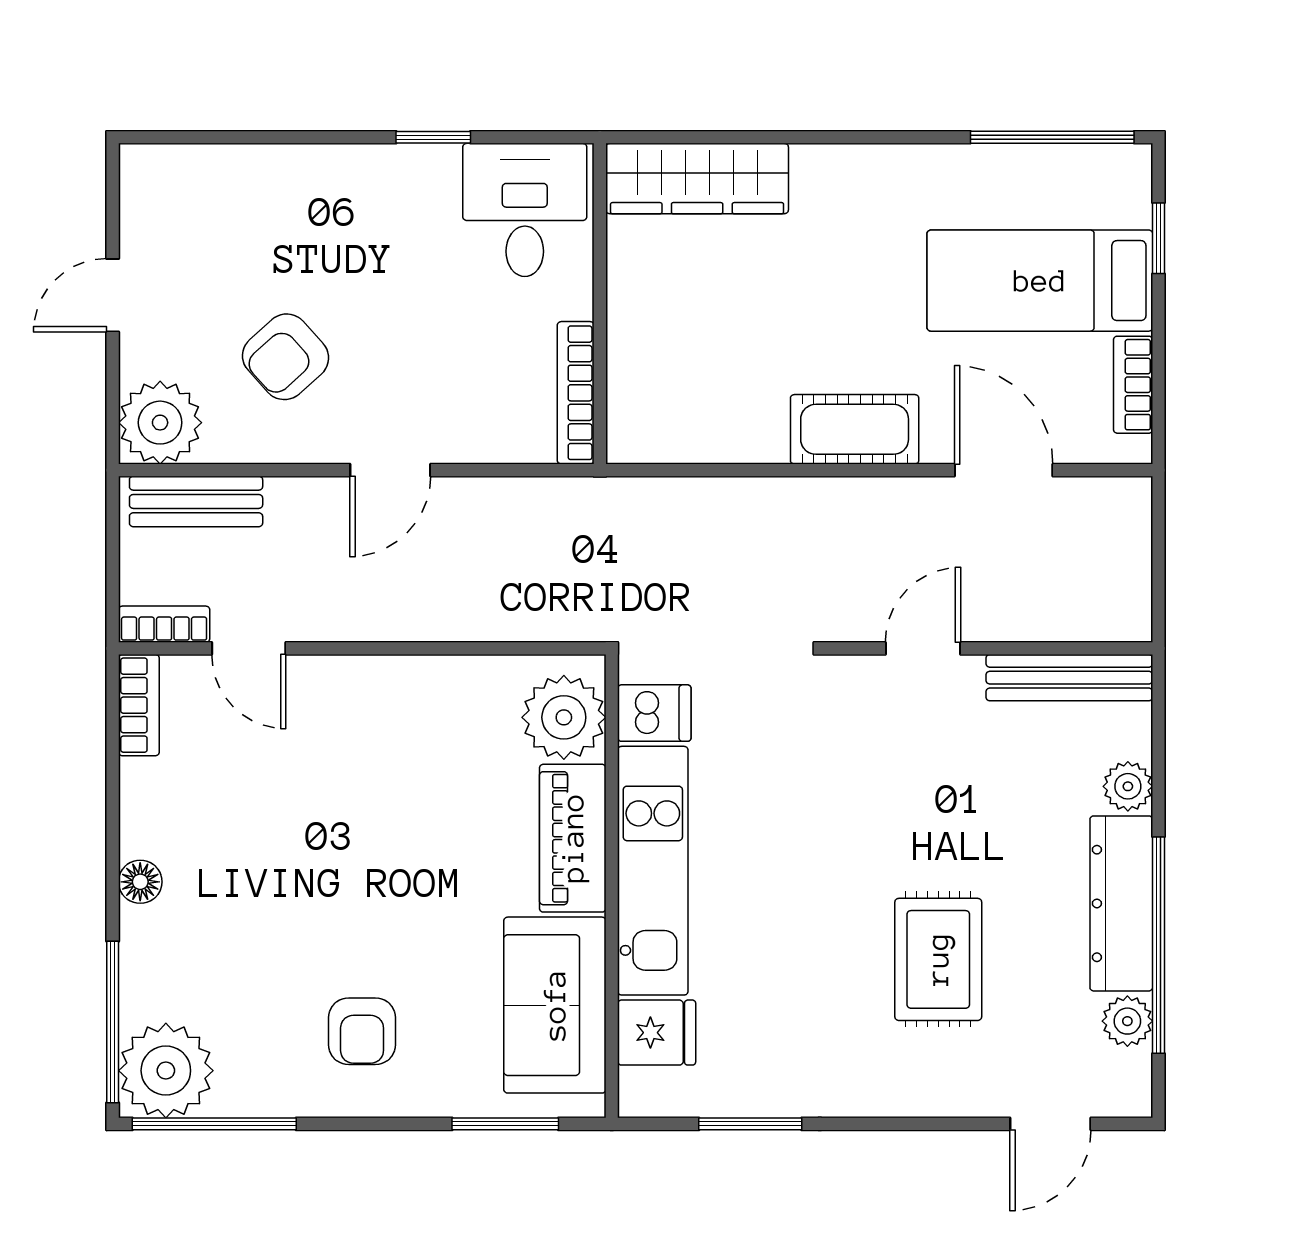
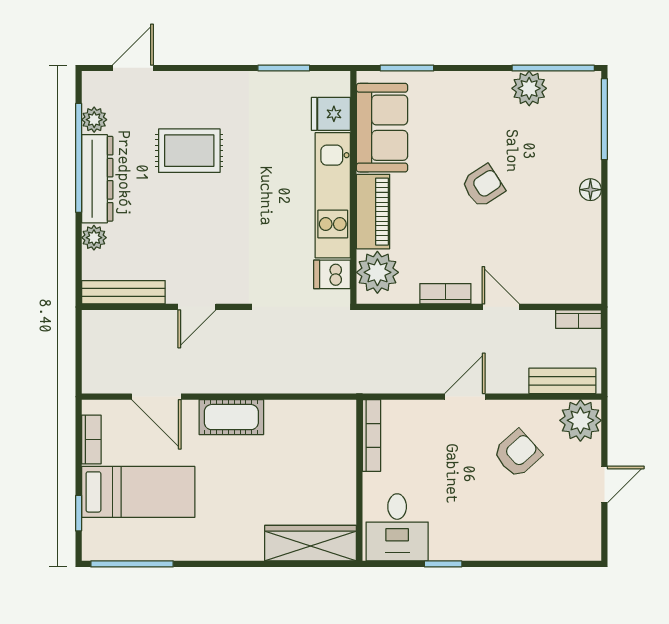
door: (249, 648) -> (501, 307), moved
bookcase: (139, 705) -> (445, 294), moved, turned 90
rug: (938, 959) -> (189, 151), turned 90
armchair: (362, 1031) -> (483, 186), moved, turned 57
plant: (166, 1071) -> (529, 88), moved, width x0.73, depth x0.73

